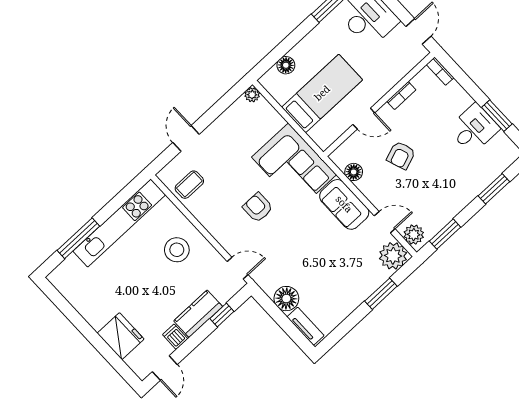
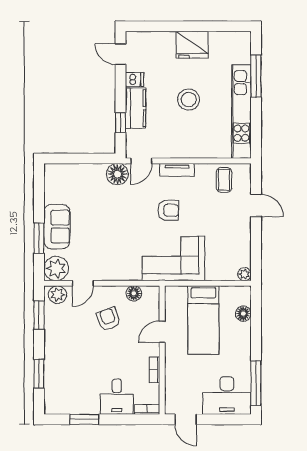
desk: (474, 129) -> (117, 397), moved
armchair: (401, 155) -> (108, 319), moved
sofa: (344, 204) -> (57, 227), moved, turned 90
stool: (177, 250) -> (189, 100), moved
floor lamp: (286, 299) -> (117, 174), moved
tv unit: (305, 326) -> (177, 170), moved
fridge: (121, 336) -> (192, 45), moved

